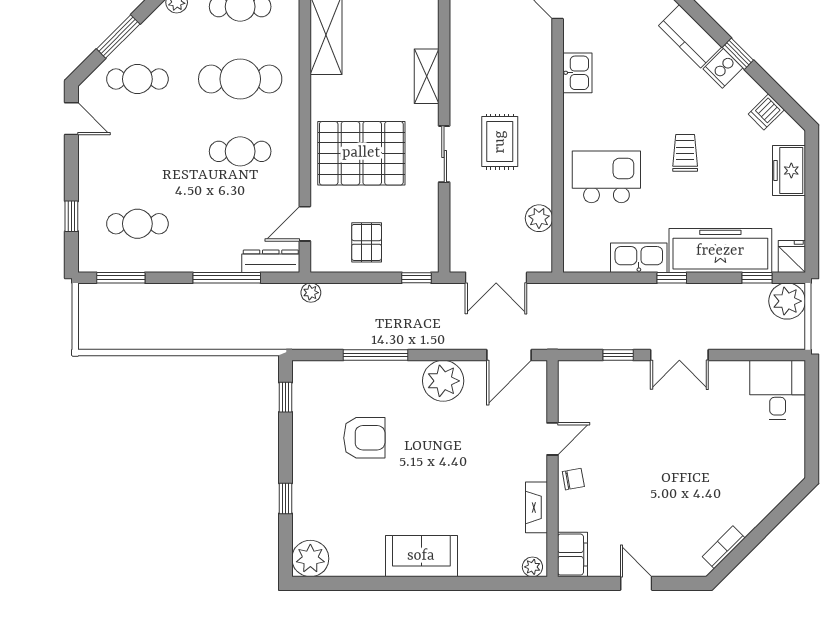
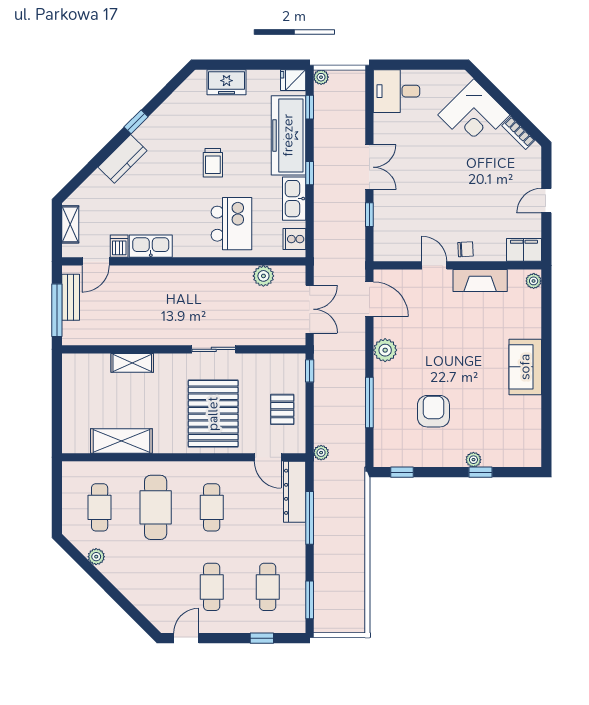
window: (118, 37) -> (123, 602), removed
cooker: (723, 68) -> (294, 239), moved, turned 135
kitchen sink: (577, 73) -> (151, 246), width x1.38
shelving: (427, 76) -> (132, 363), moved
cafe table: (137, 79) -> (212, 587), moved
dishwasher: (766, 112) -> (119, 246), moved, turned -135
rug: (500, 142) -> (204, 306), removed
trolley: (685, 153) -> (213, 163), turned -90
kitchen island: (606, 177) -> (231, 224), turned 180
pallet: (367, 242) -> (282, 409), turned 90
dresser: (271, 261) -> (295, 492), width x1.37, depth x1.24
plant: (787, 301) -> (321, 77), width x0.53, depth x0.53
plant: (443, 381) -> (385, 350), width x0.73, depth x0.73
chair: (573, 479) -> (466, 249), turned 97
corner desk: (747, 490) -> (474, 115), added
fireplace: (536, 507) -> (480, 281), width x1.37, depth x1.32
plant: (310, 559) -> (473, 460), moved, width x0.53, depth x0.53

